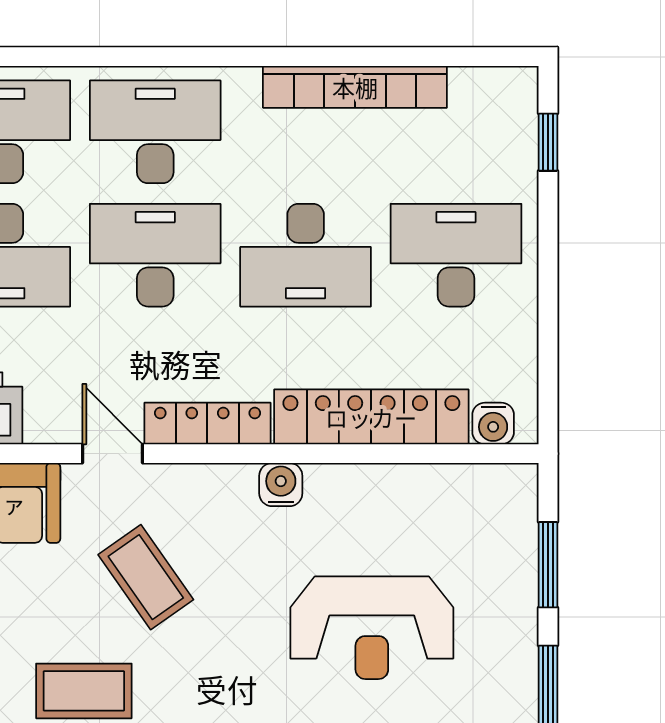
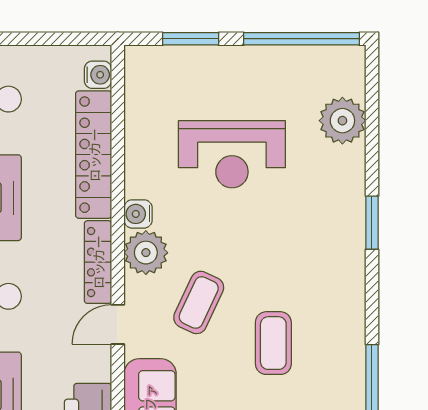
plant: (222, 497) -> (146, 253), added
coffee table: (146, 577) -> (199, 302), turned -30
reception desk: (372, 628) -> (232, 154), turned 90

